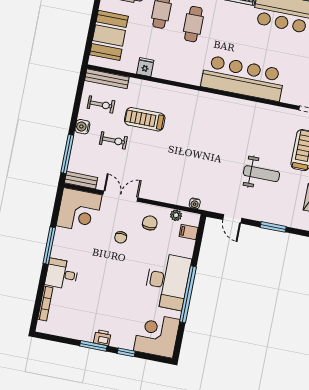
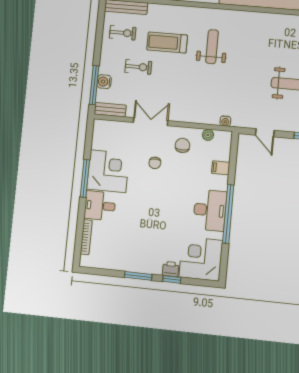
water cooler: (82, 127) -> (104, 82), moved
weight bench: (189, 128) -> (212, 47), added
corner desk: (79, 210) -> (108, 171), moved, turned -90
filing cabinet: (189, 232) -> (221, 168), moved
desk: (167, 281) -> (210, 210), width x0.73, depth x0.77
printer: (102, 338) -> (171, 269), moved

